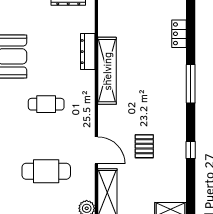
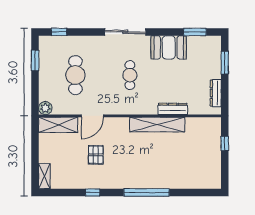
locker: (179, 34) -> (187, 183), removed
window: (191, 84) -> (147, 192), width x1.46
pallet: (144, 146) -> (96, 155), turned 90

